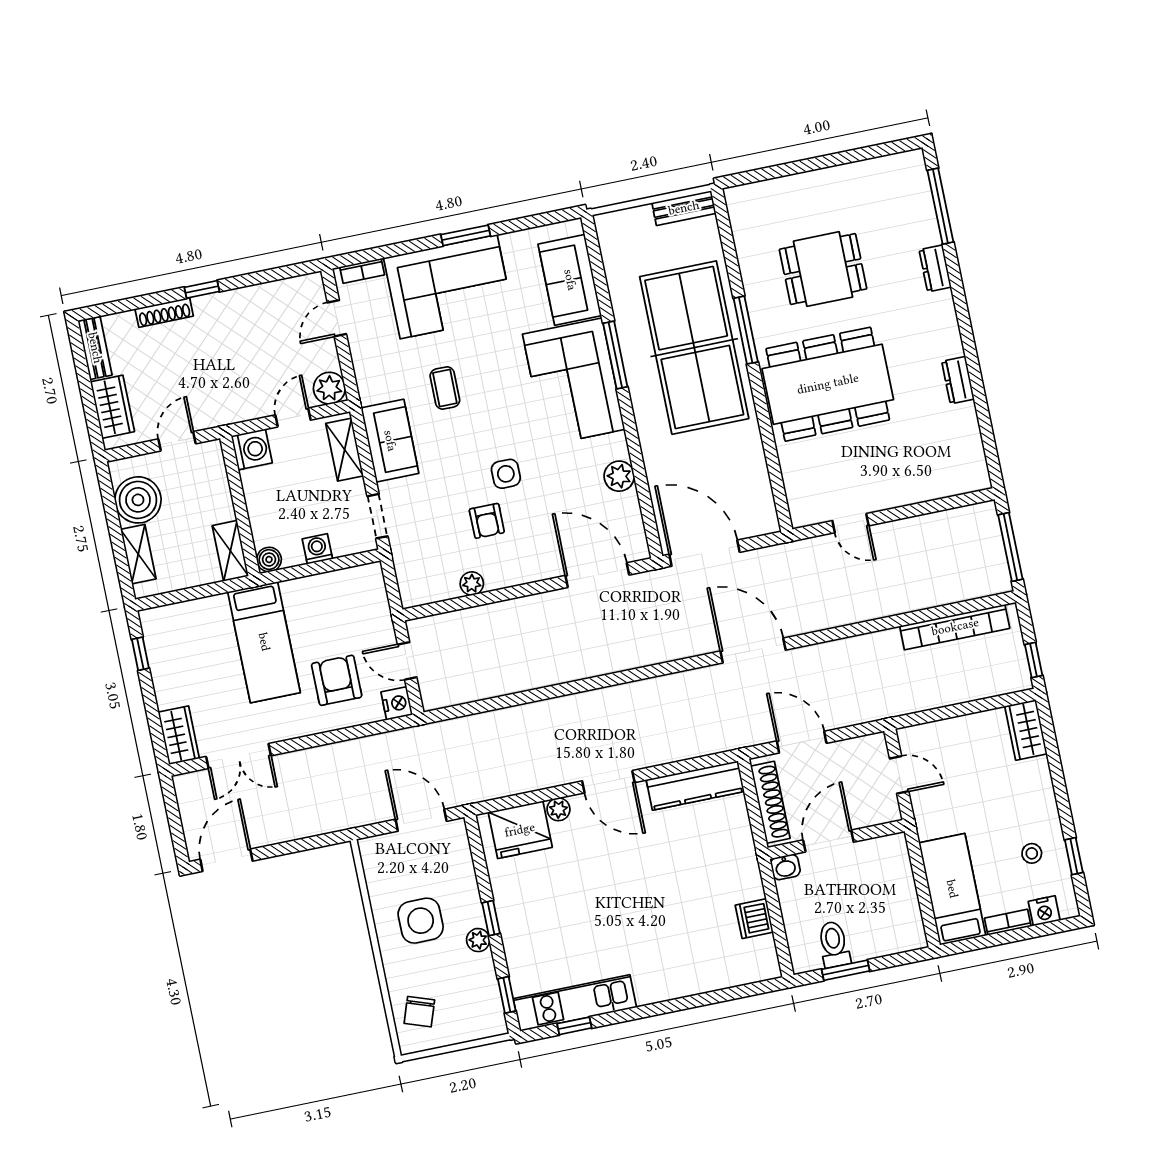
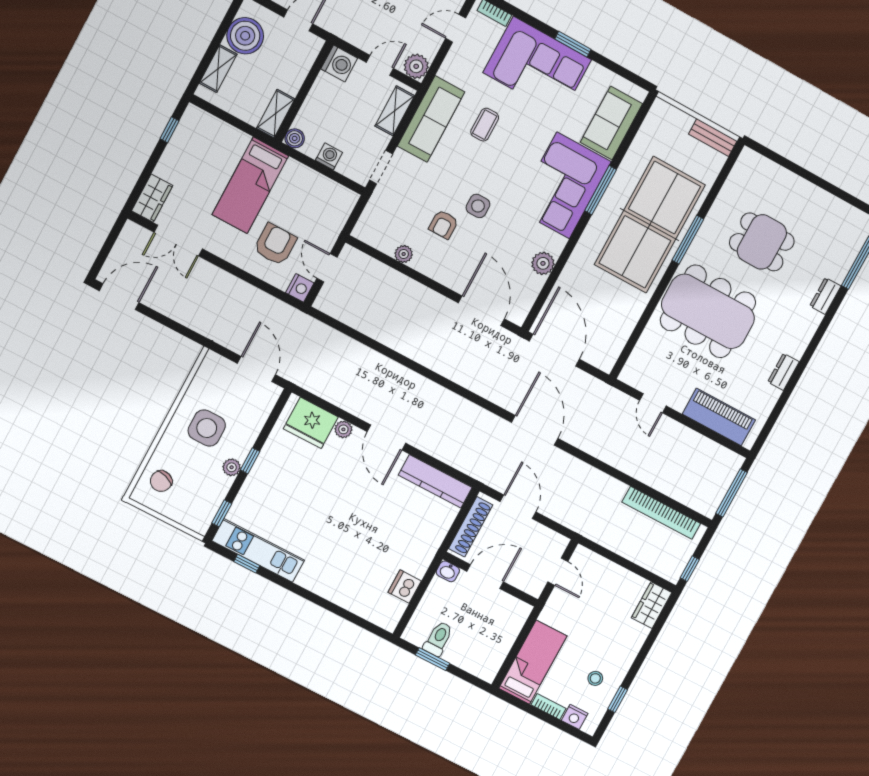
sofa: (390, 441) -> (431, 119), width x1.36
piano: (931, 481) -> (719, 417), added

